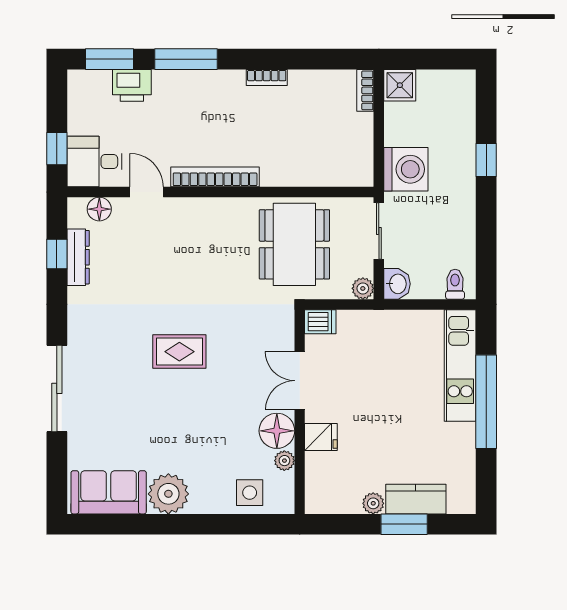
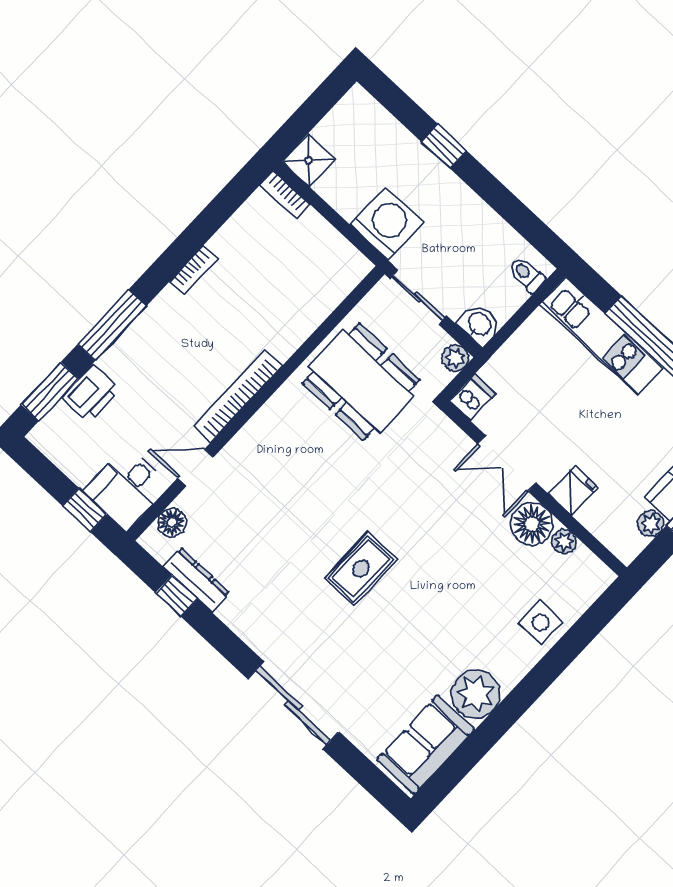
dishwasher: (320, 322) -> (472, 397), moved
double door: (300, 381) -> (507, 463), moved
wall: (300, 412) -> (534, 489), moved
floor lamp: (277, 431) -> (532, 524), moved
fridge: (321, 437) -> (573, 491), moved
plant: (284, 461) -> (564, 542), moved

